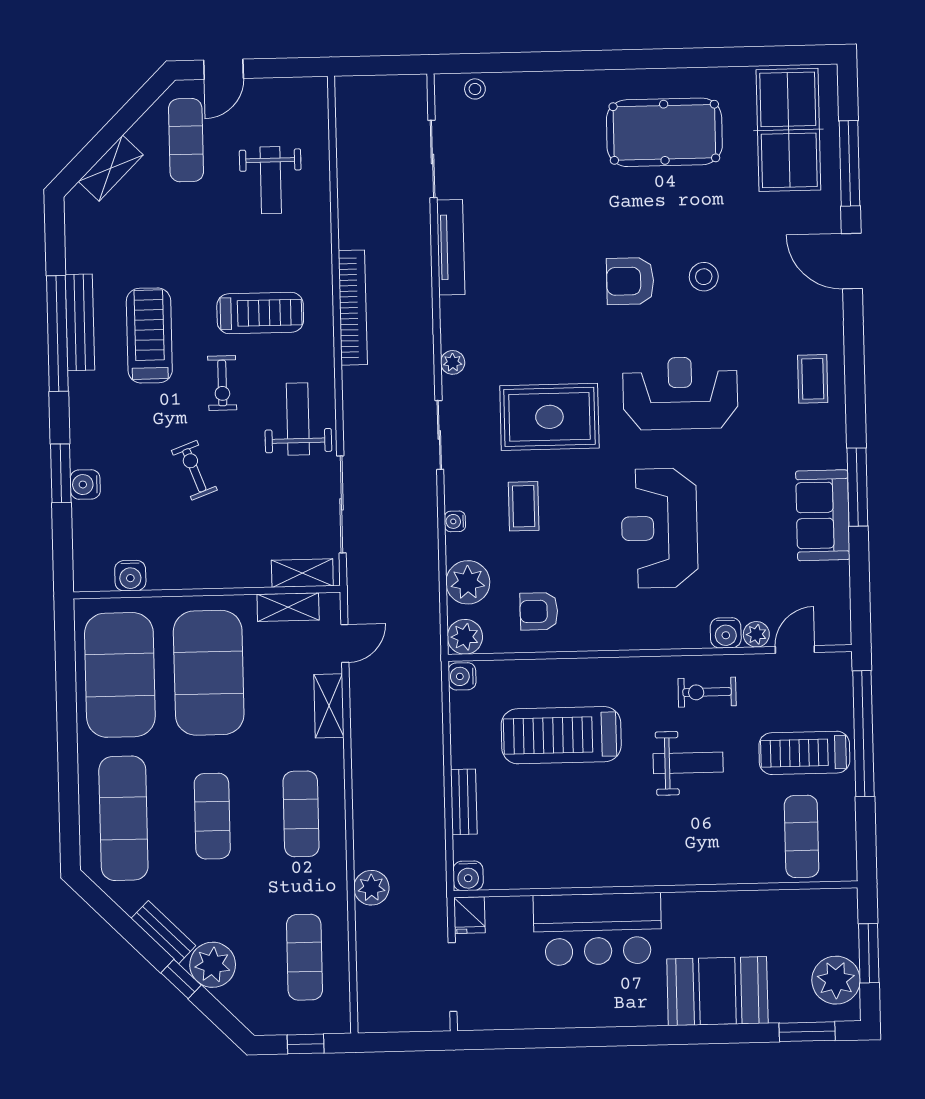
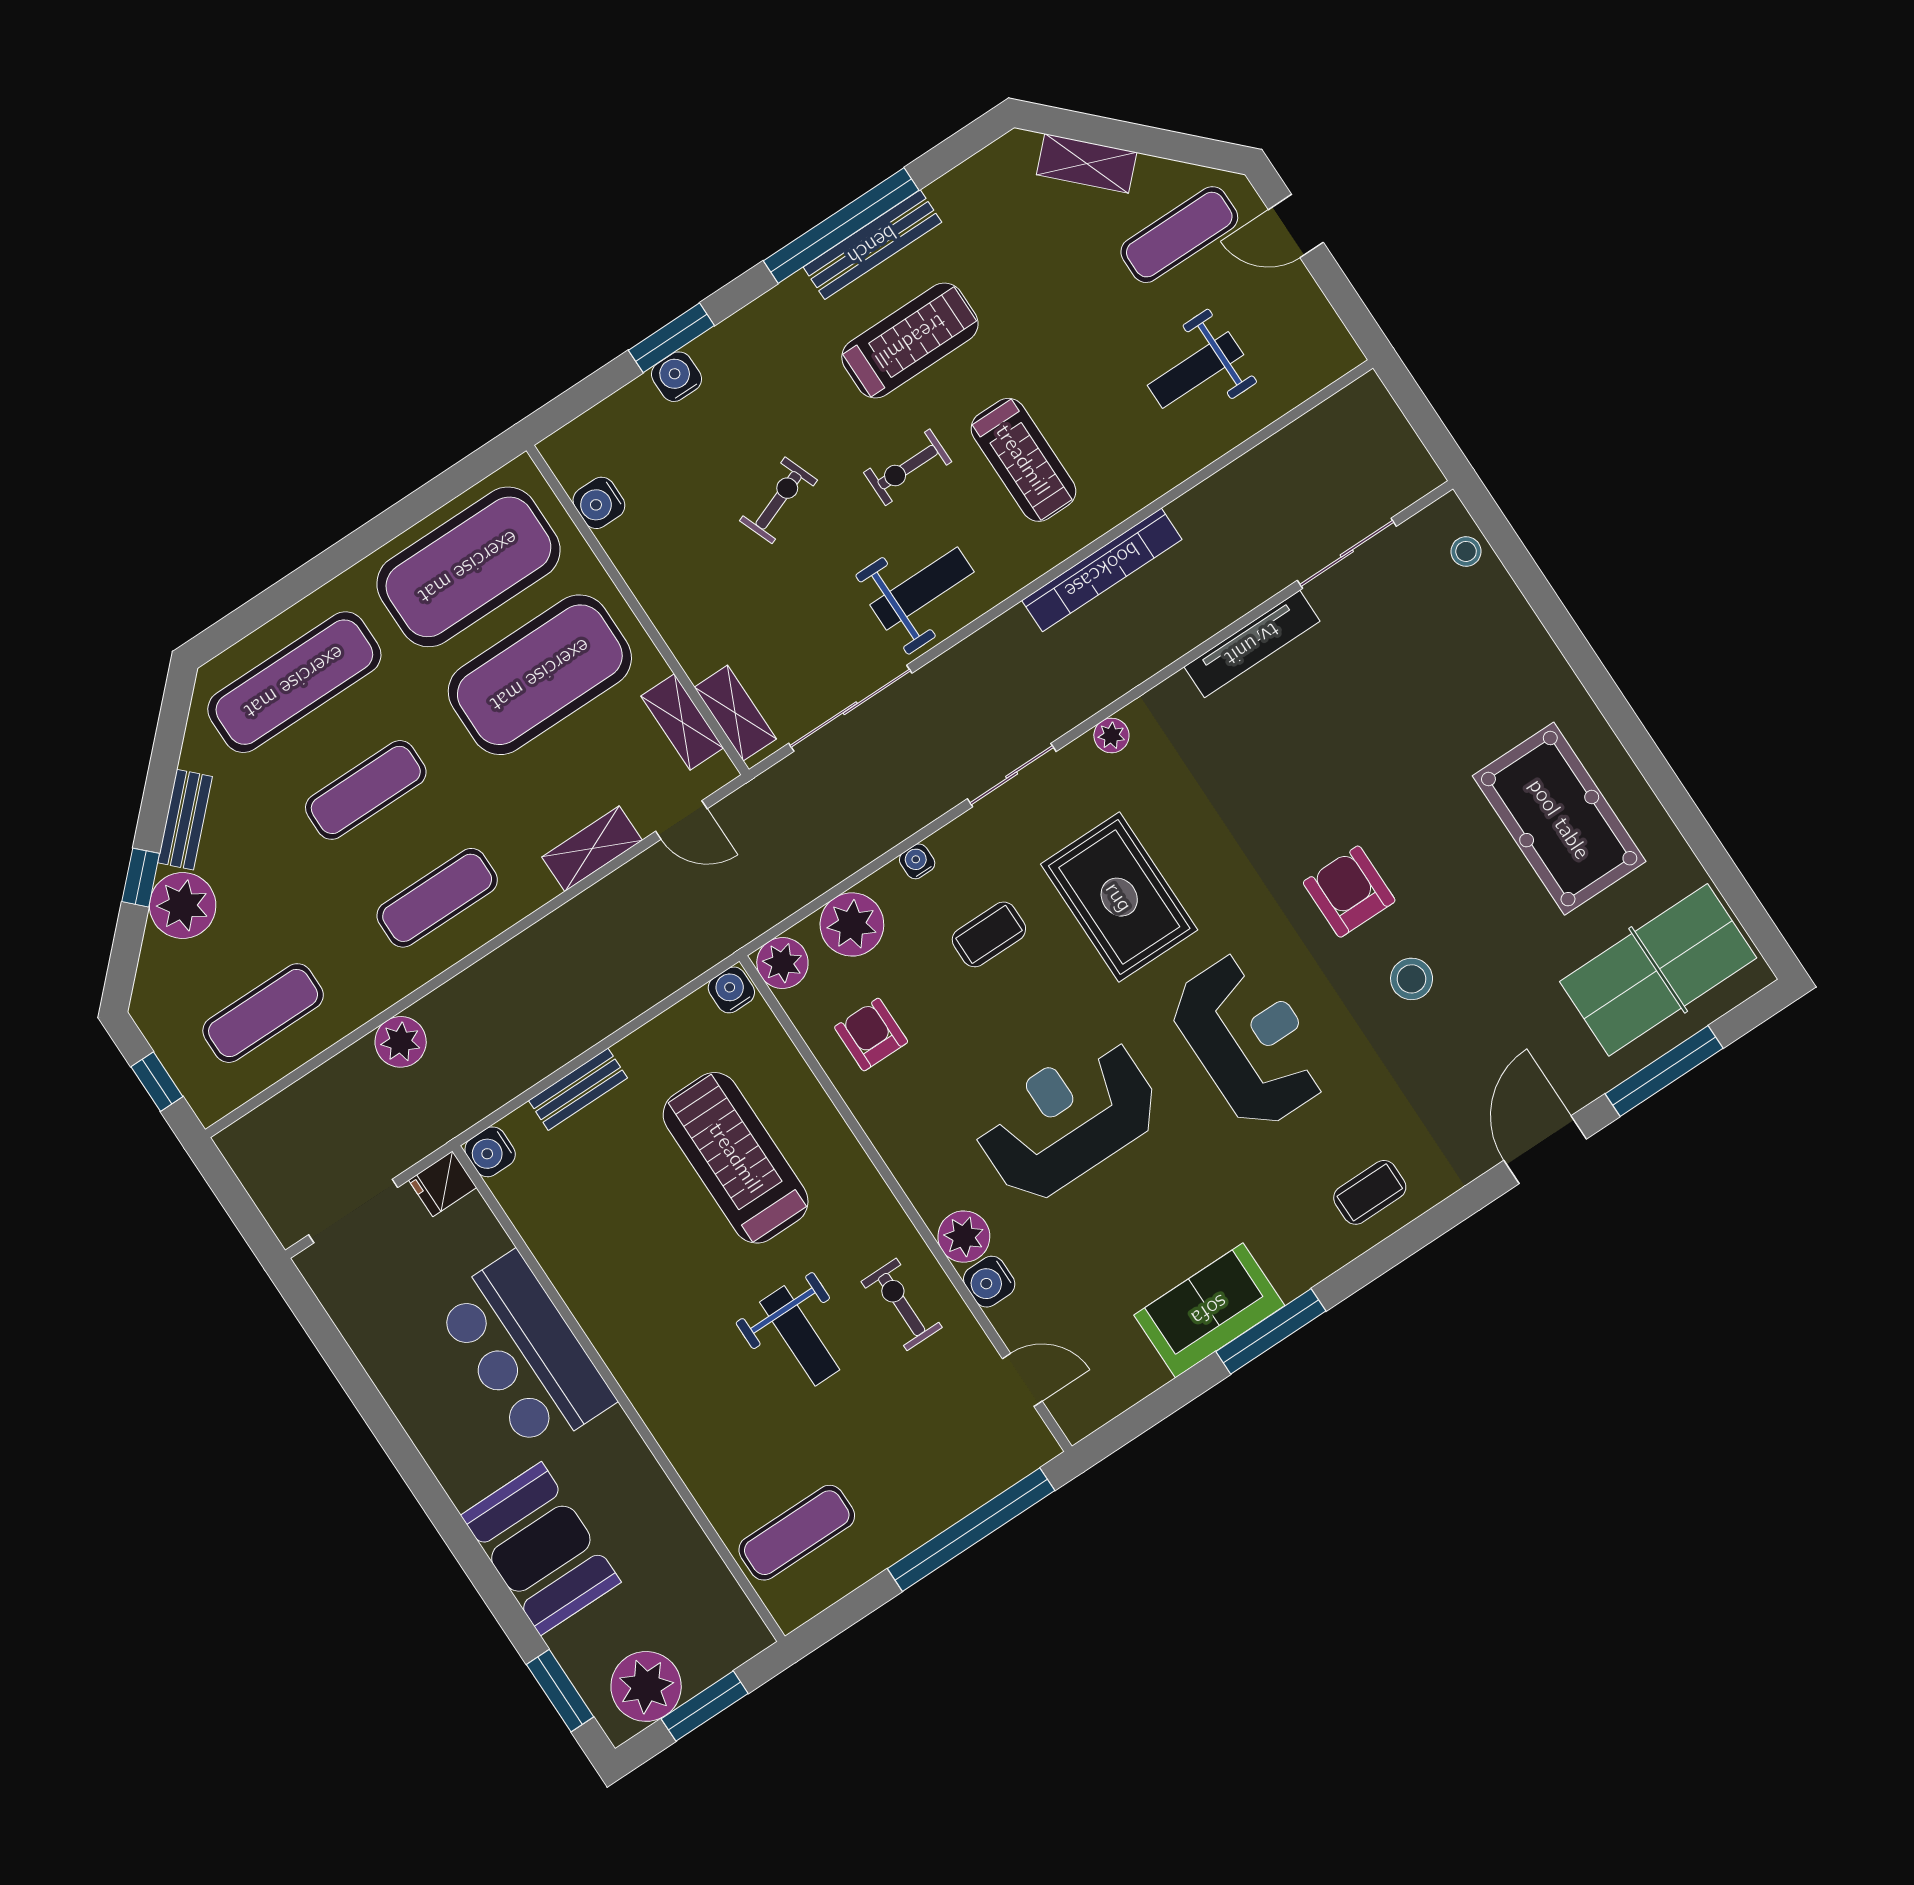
plant: (756, 634) -> (964, 1237), moved, width x1.38, depth x1.38
treadmill: (804, 753) -> (902, 1472), removed

